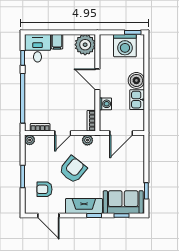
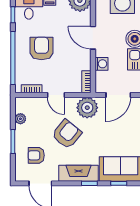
armchair: (49, 89) -> (42, 48), added
door: (63, 133) -> (56, 95), hinge flipped
plant: (30, 140) -> (20, 119), moved
plant: (87, 140) -> (87, 108), width x1.88, depth x1.88

